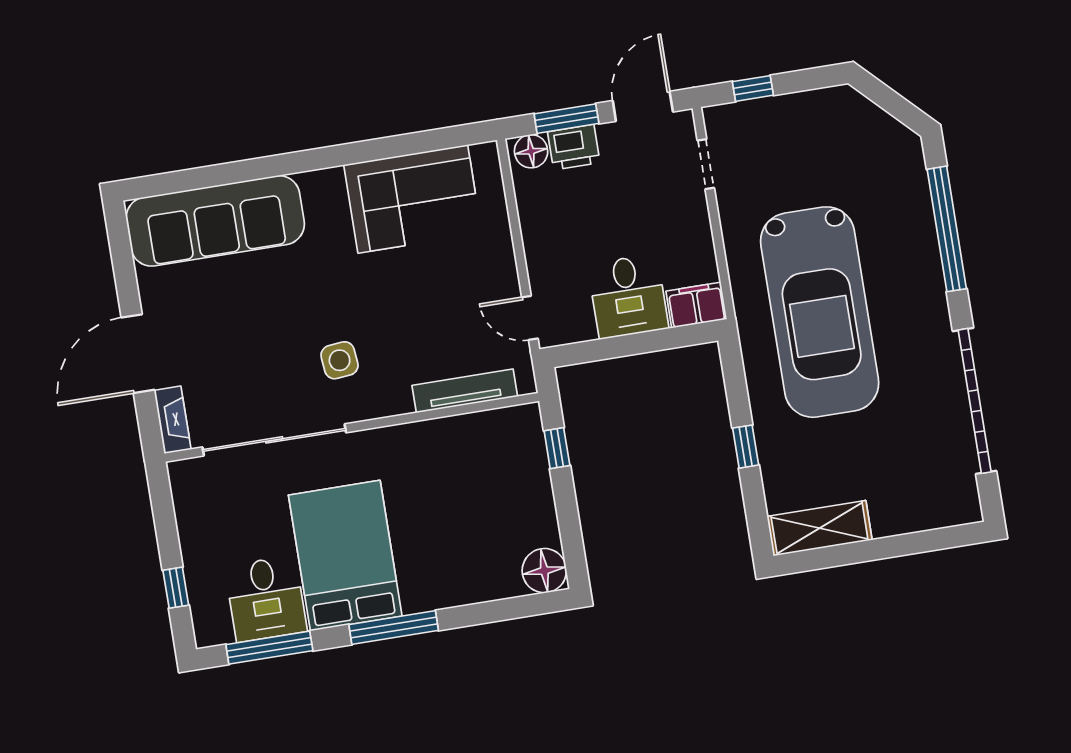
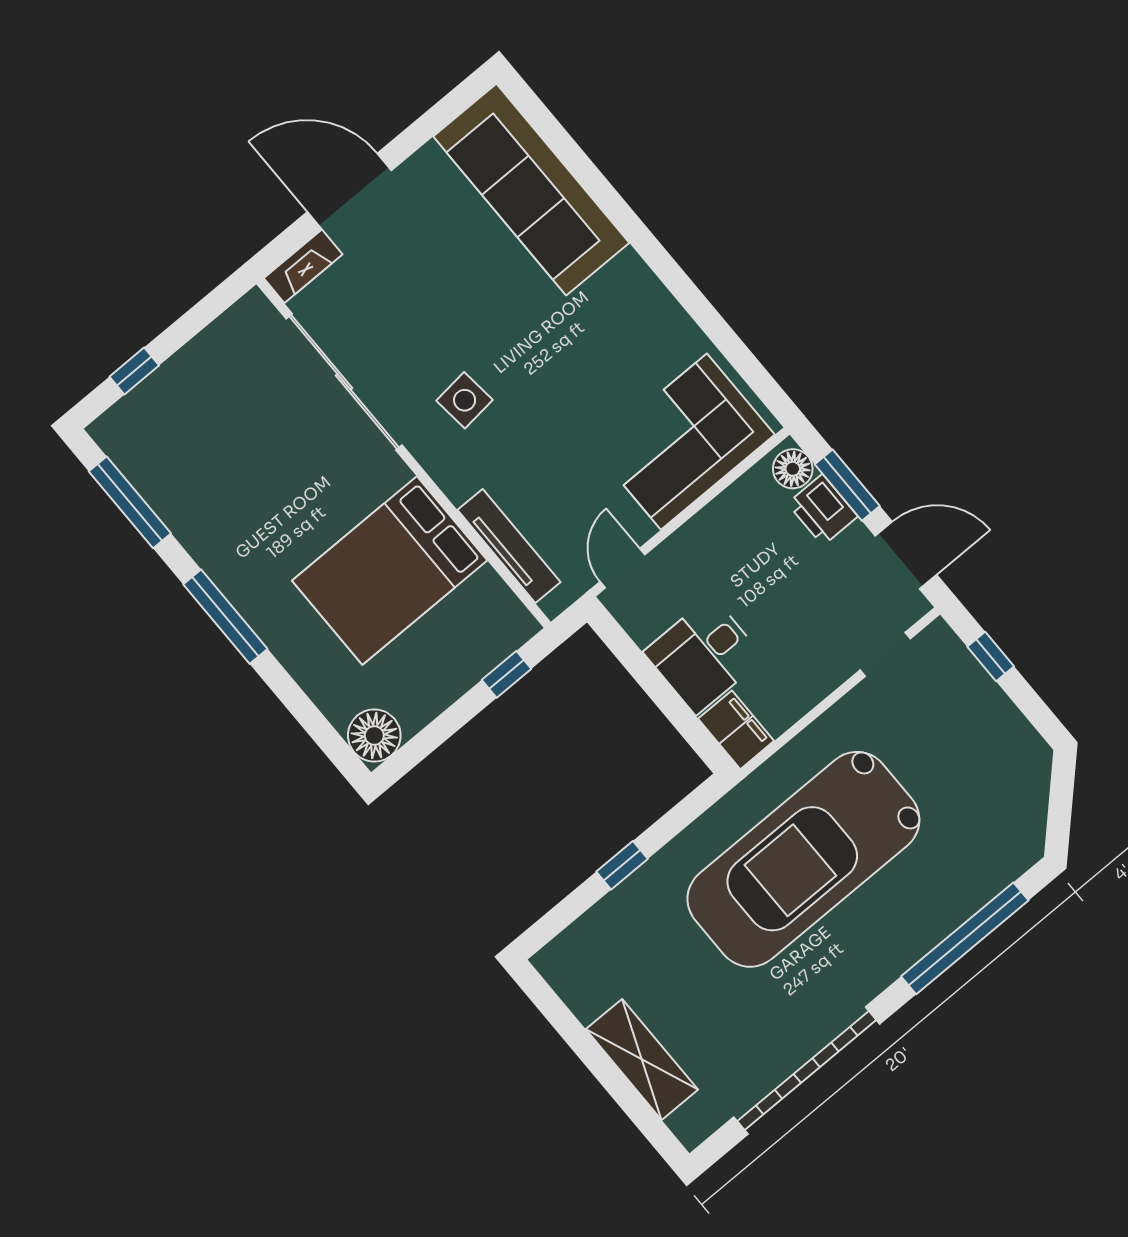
corner sofa: (413, 199) -> (684, 442), moved, turned 90
shelving: (820, 528) -> (642, 1059), moved
bed: (345, 556) -> (390, 570), moved, turned 180
desk: (266, 599) -> (178, 469), removed

